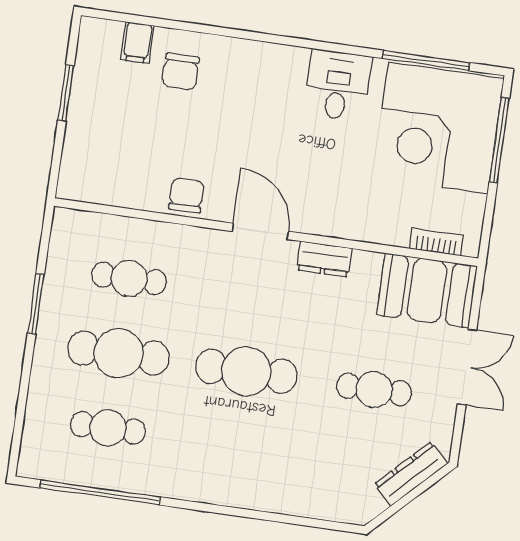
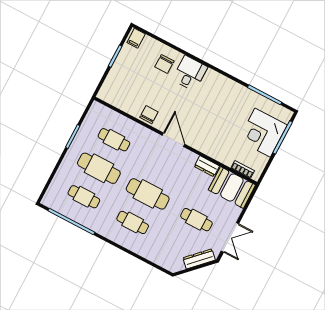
filing cabinet: (137, 43) -> (136, 38), moved
desk: (338, 85) -> (190, 73), moved
corner desk: (438, 128) -> (263, 133), width x0.74, depth x0.74
dresser: (324, 259) -> (207, 166), moved
double door: (467, 367) -> (230, 237), moved
cafe table: (236, 446) -> (133, 222), added

